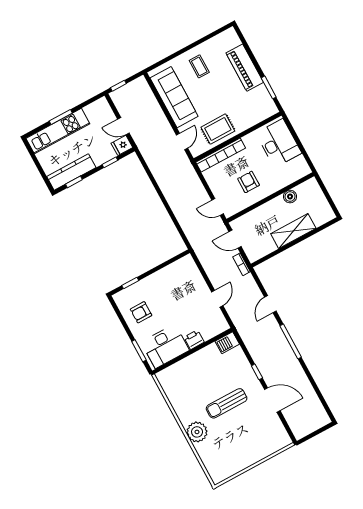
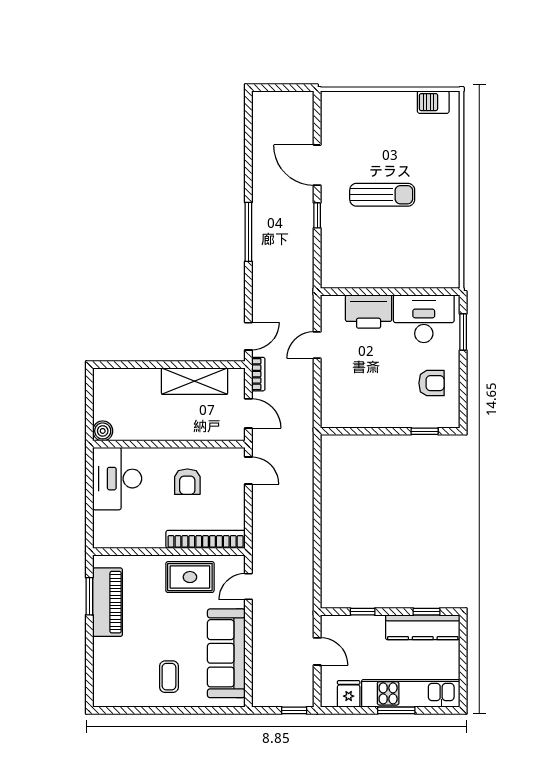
piano: (245, 68) -> (108, 602), moved
desk: (279, 143) -> (117, 479), moved
fridge: (122, 145) -> (349, 694), moved, turned -90
boiler: (290, 197) -> (103, 431), moved
shelving: (293, 231) -> (195, 381), moved
door: (270, 304) -> (248, 336), moved
printer: (194, 340) -> (369, 312), width x1.87, depth x1.48
barbecue: (227, 343) -> (433, 102), moved, turned 180
plant: (197, 432) -> (444, 177), removed

